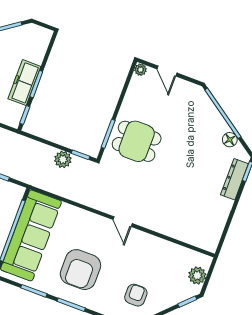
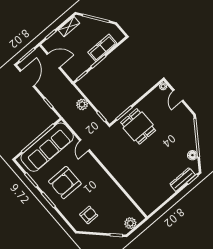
freezer: (24, 83) -> (102, 48), moved
plant: (63, 159) -> (82, 104), moved
door: (123, 222) -> (85, 145), moved

